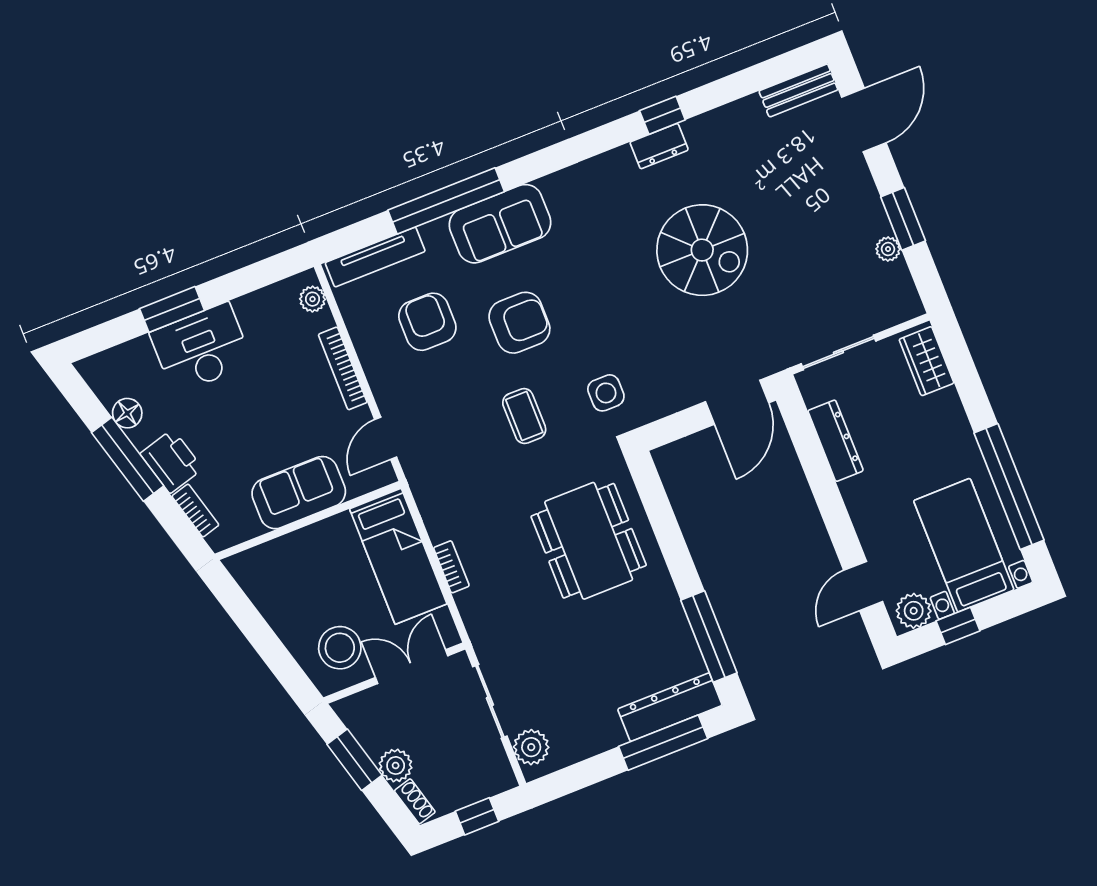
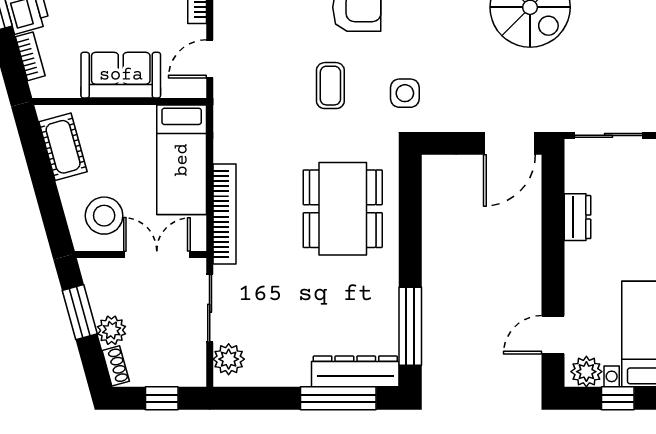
dresser: (836, 441) -> (578, 217), width x0.70
bookcase: (451, 567) -> (224, 214), width x2.31, depth x1.31
cot: (268, 592) -> (63, 147), added

